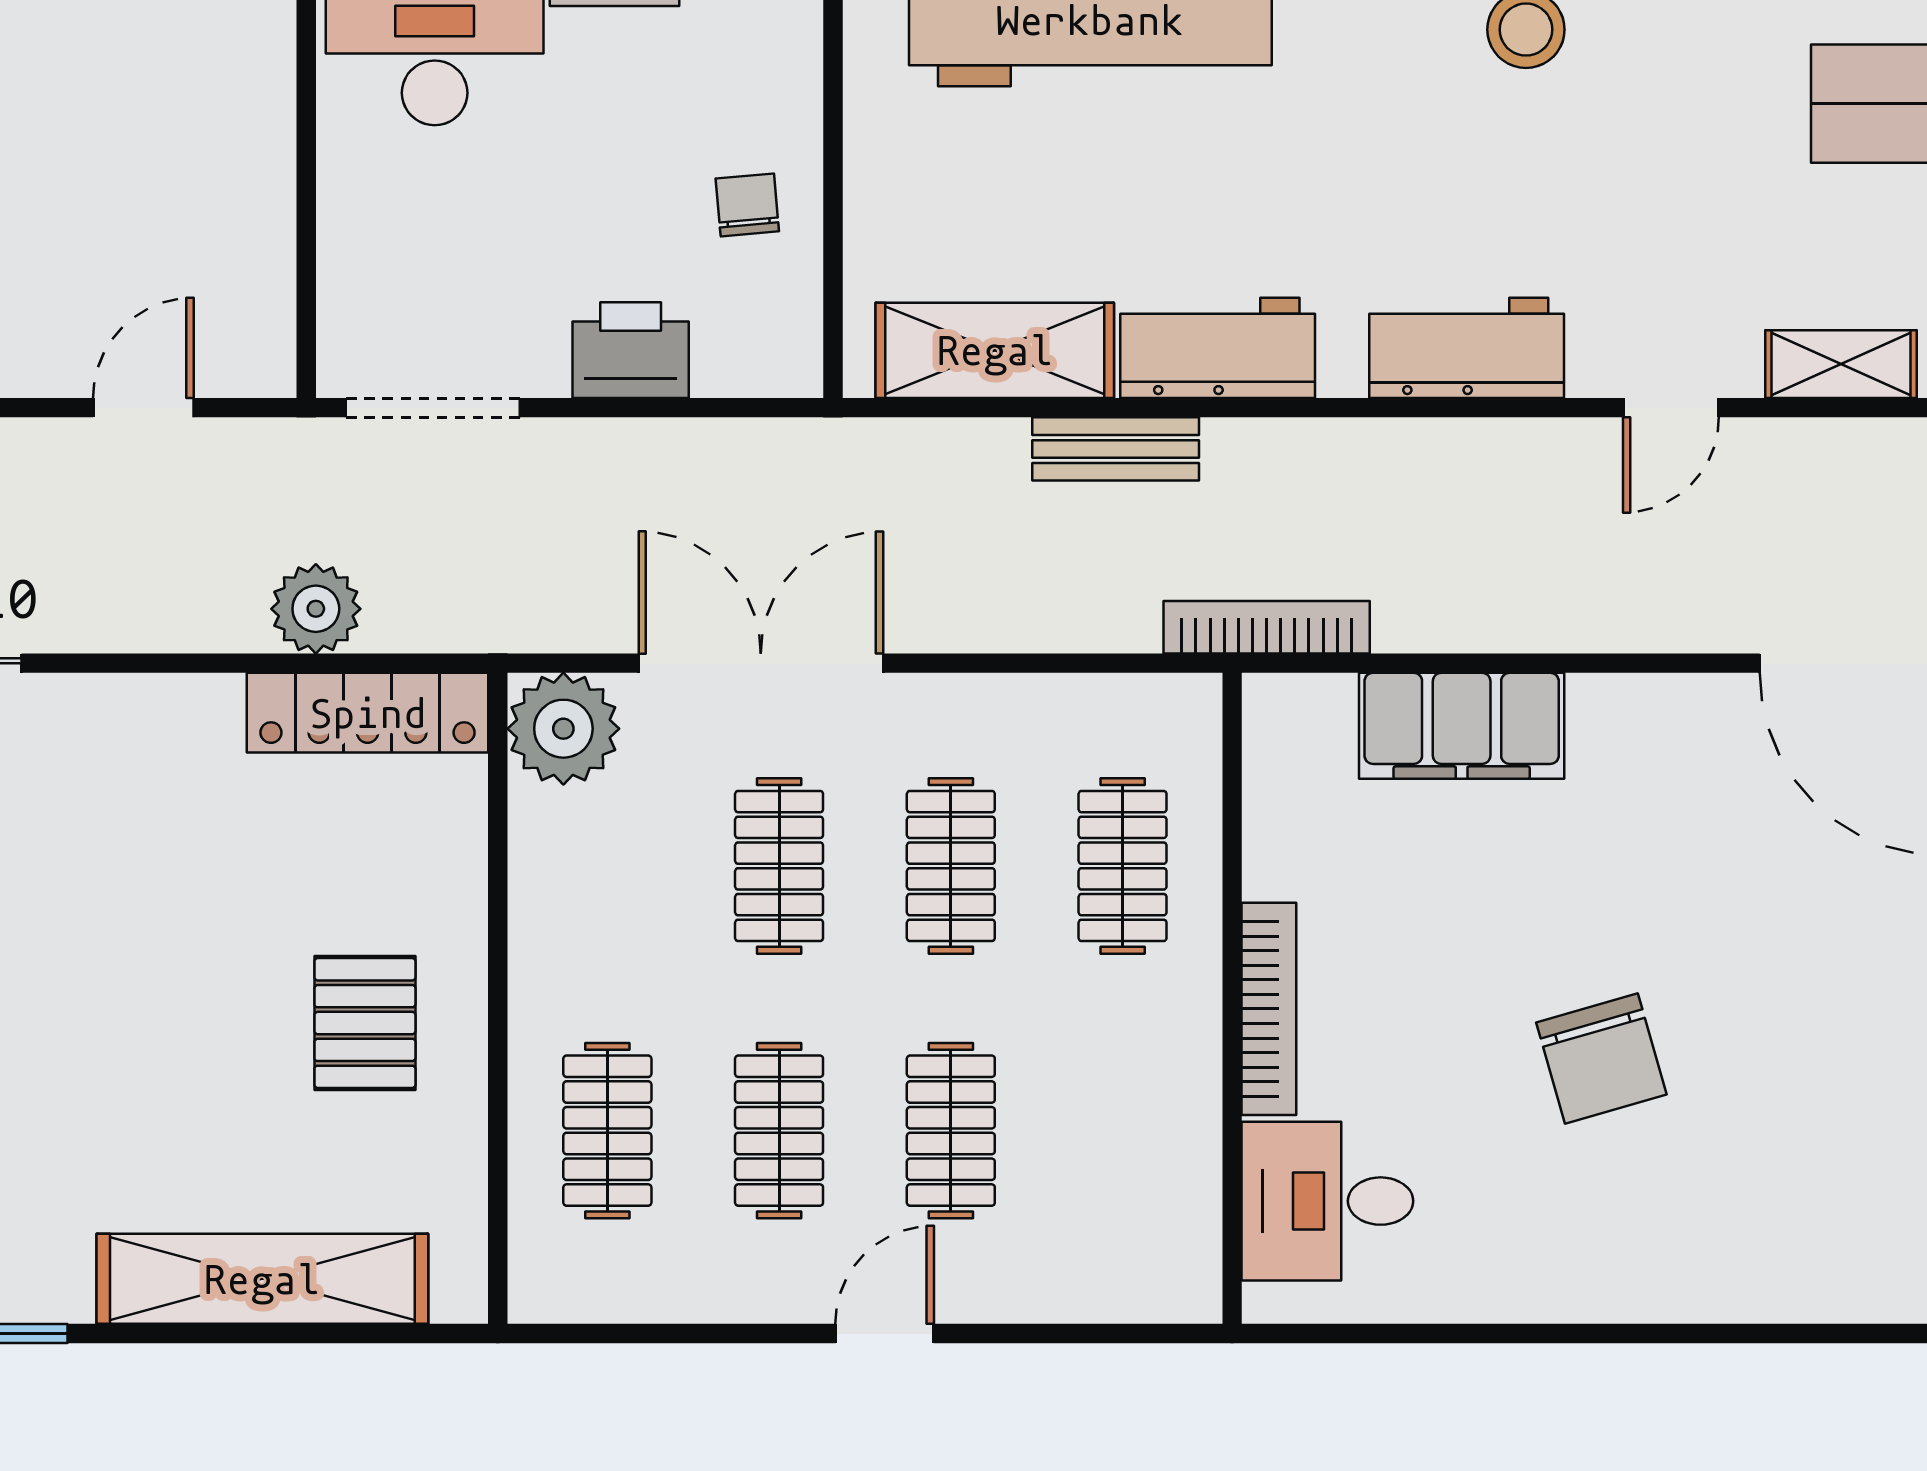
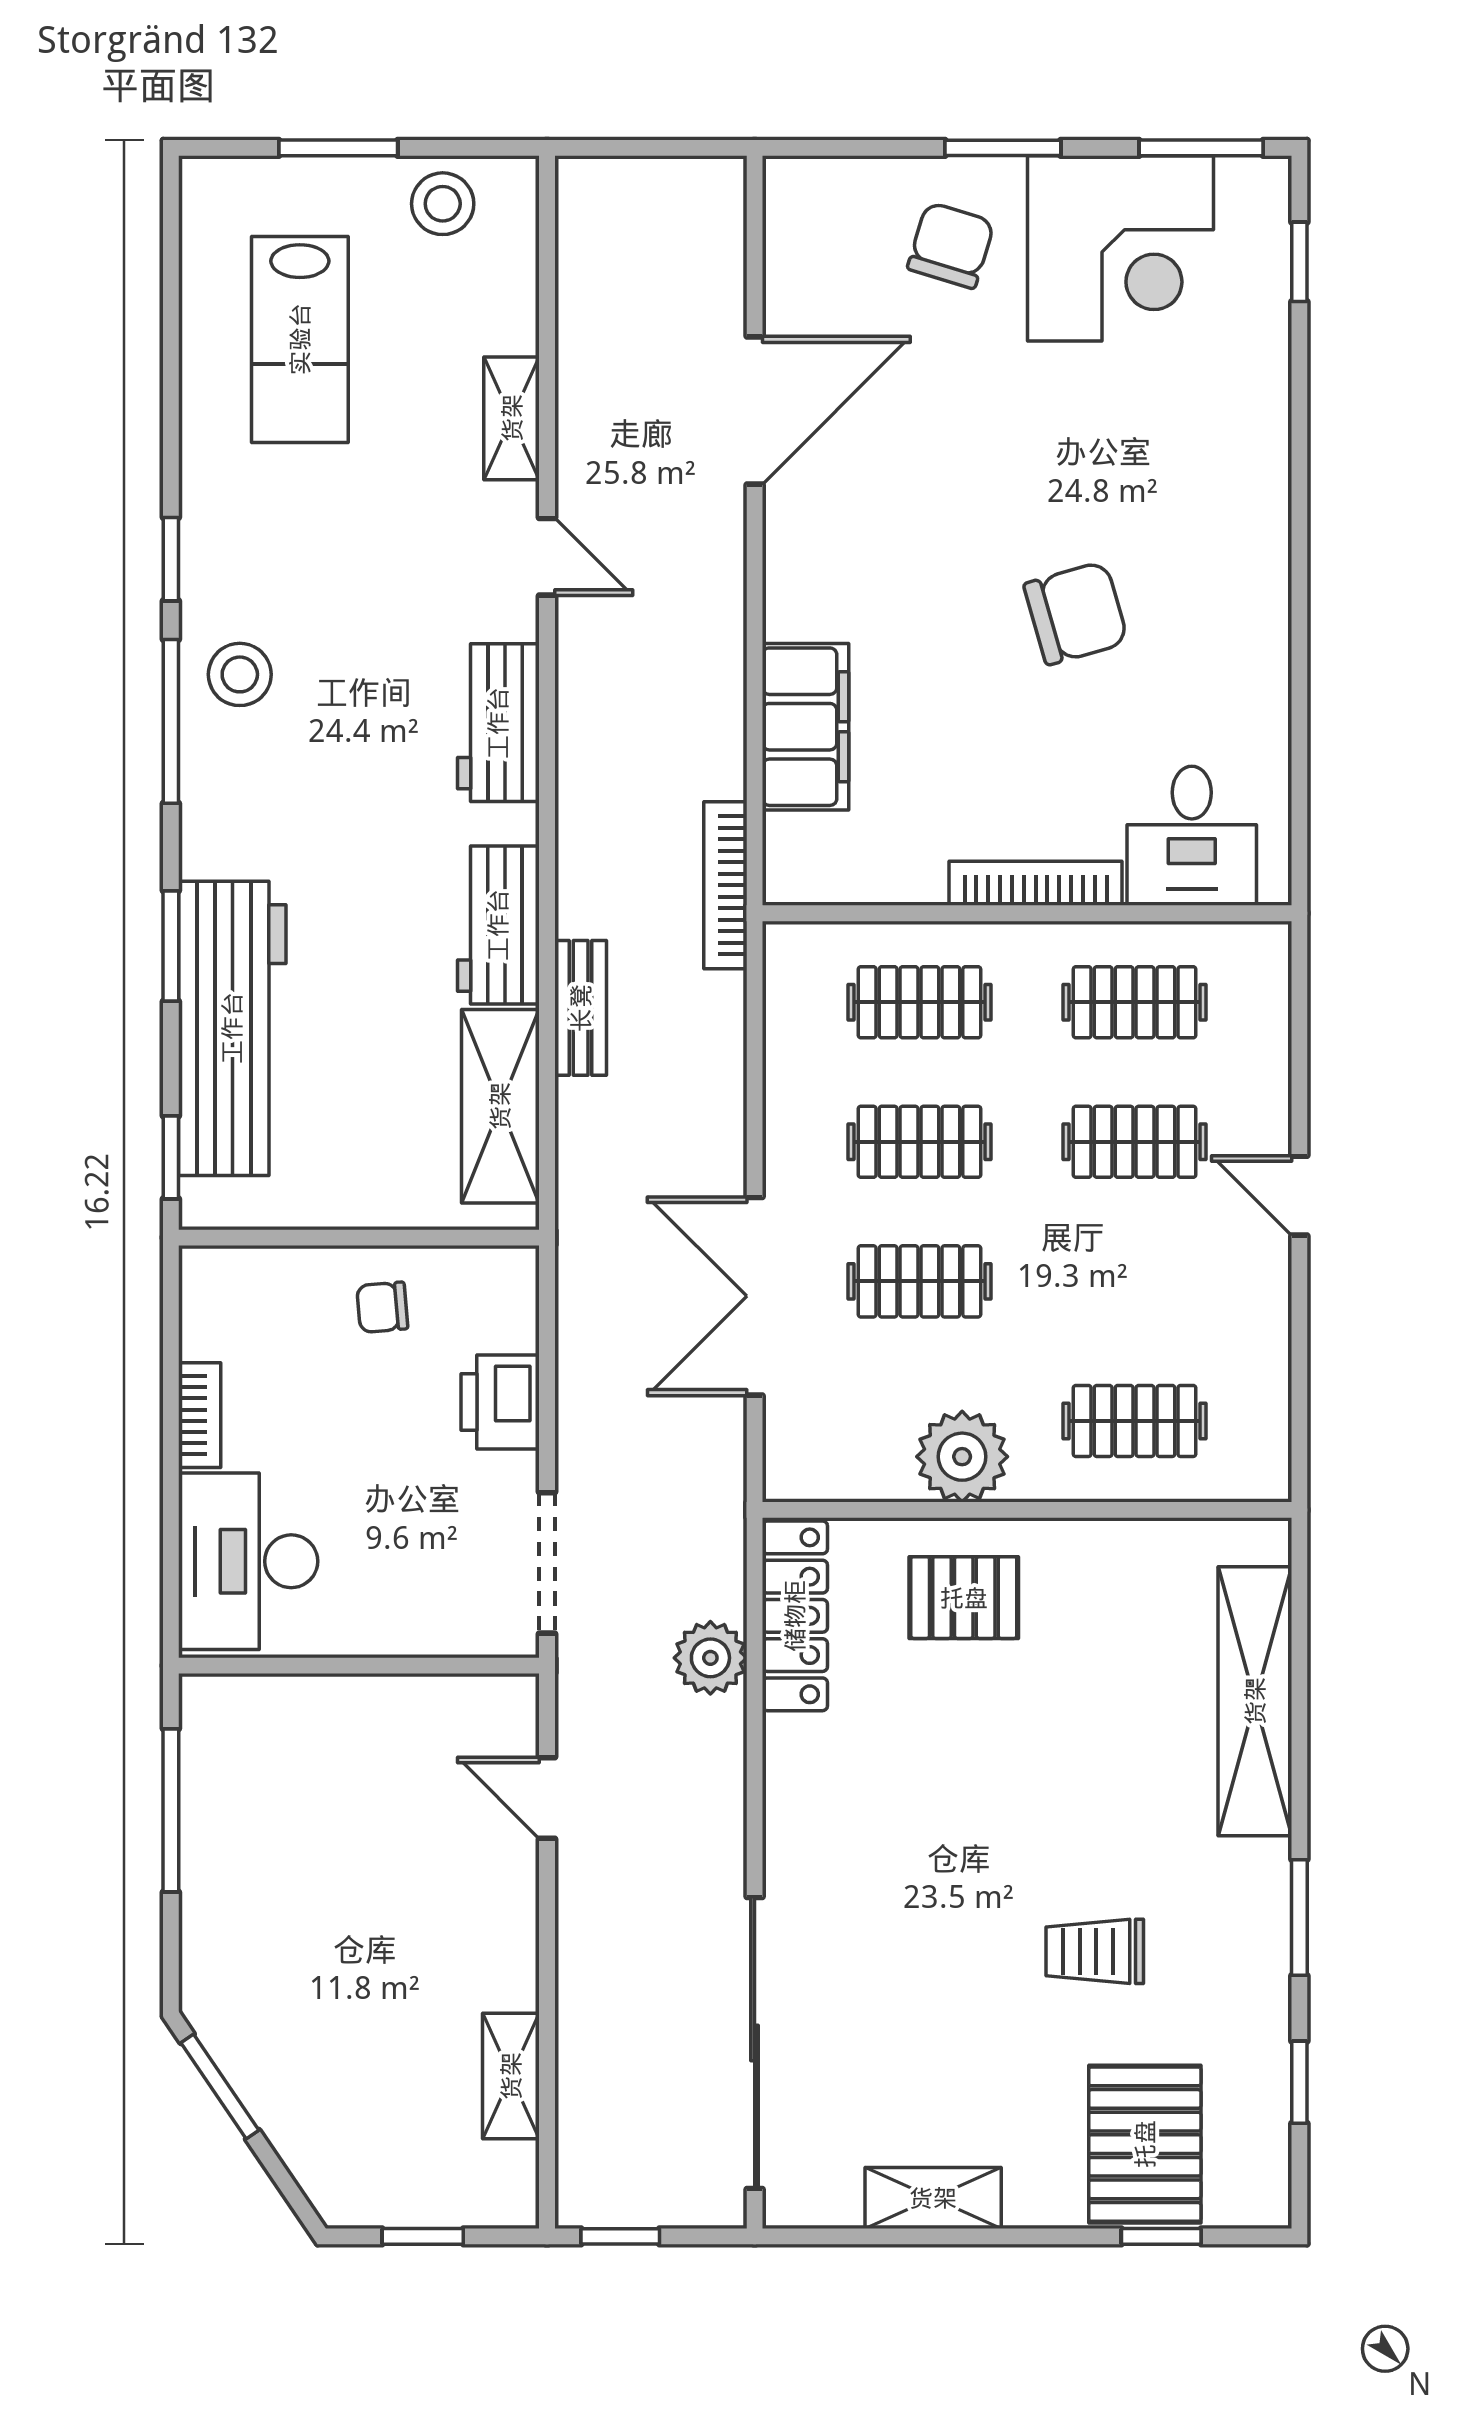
plant: (563, 729) -> (962, 1457), moved
pallet: (365, 1023) -> (964, 1598), moved
clothes rail: (779, 1131) -> (1135, 1002), moved

